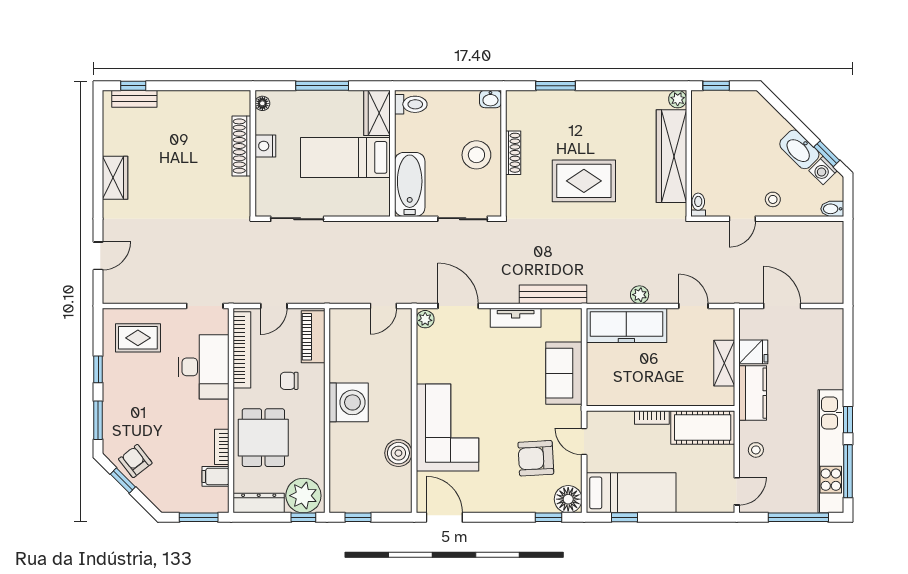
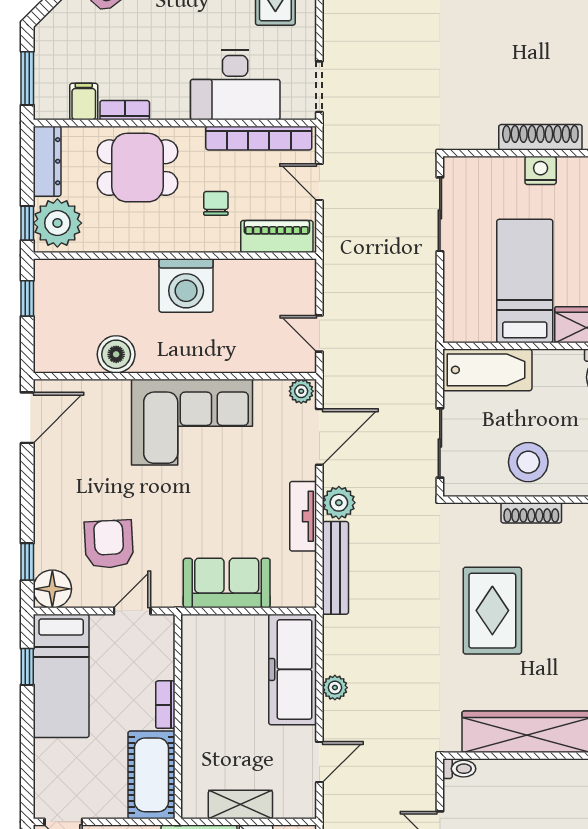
plant: (506, 292) -> (339, 503), added
corner sofa: (447, 428) -> (192, 422), moved

